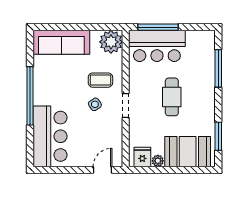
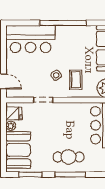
window: (218, 68) -> (70, 175), moved
cafe table: (172, 97) -> (69, 157), moved
doorway: (126, 106) -> (43, 100), moved

